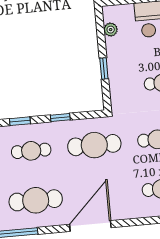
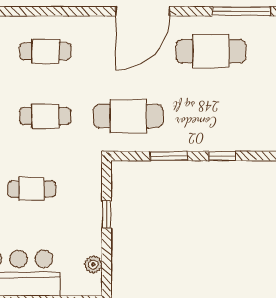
window: (60, 118) -> (169, 156), width x1.50
cafe table: (31, 151) -> (211, 116), removed

